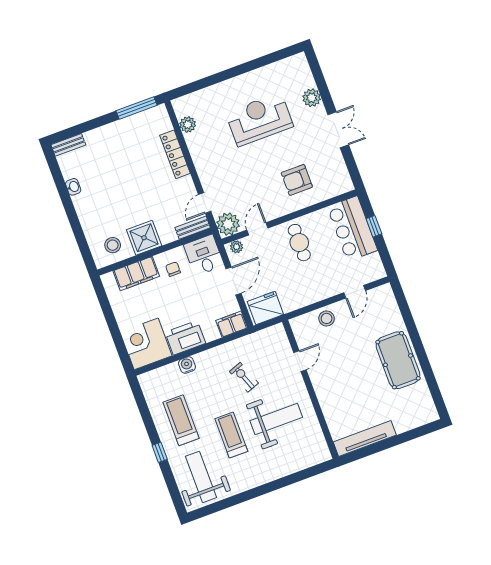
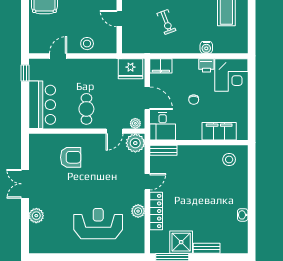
reception desk: (259, 119) -> (98, 224), moved, turned 180
plant: (188, 124) -> (138, 211), moved
bench: (68, 145) -> (207, 248), moved
door: (205, 203) -> (147, 182), moved
window: (374, 226) -> (25, 73), moved
shower: (144, 238) -> (181, 242), moved
chair: (173, 269) -> (194, 100), moved
door: (234, 281) -> (147, 98), swing flipped
printer: (185, 338) -> (206, 65), width x0.53, depth x0.68
door: (300, 361) -> (119, 19), hinge flipped

